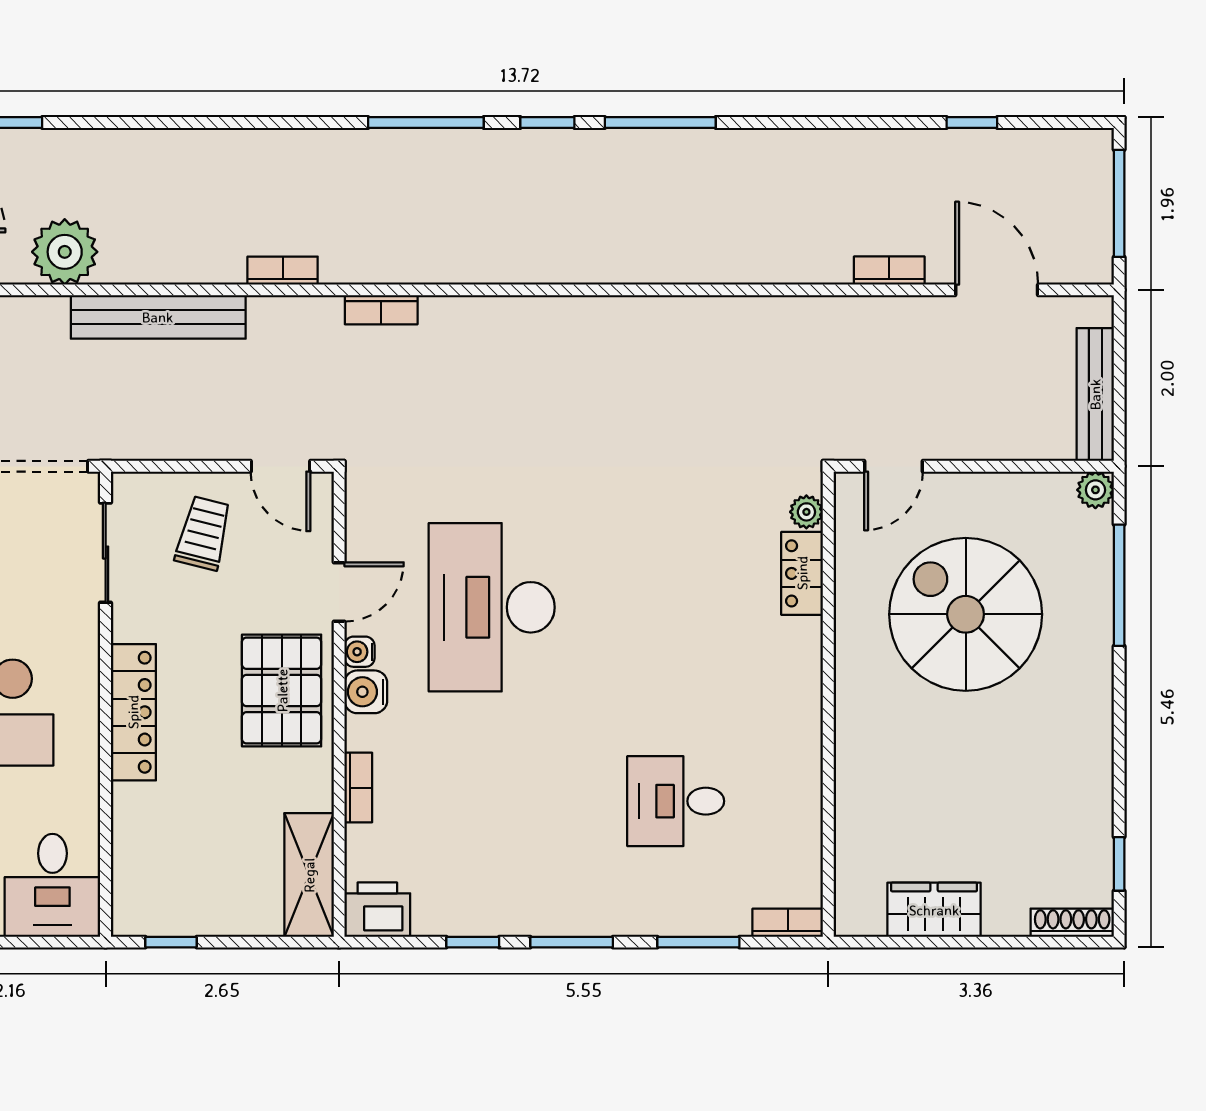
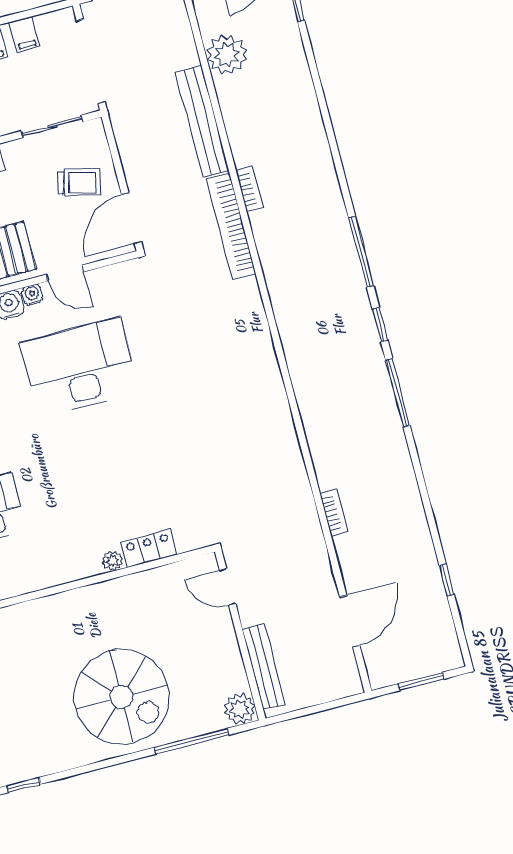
window: (1119, 203) -> (421, 681), width x0.69
bookcase: (889, 271) -> (334, 512), moved
bookcase: (381, 310) -> (231, 226), width x2.31, depth x1.31
bench: (1095, 394) -> (264, 667), moved, turned 90
door: (281, 466) -> (132, 218), width x1.38
plant: (1095, 490) -> (240, 709), width x1.38, depth x1.38
plant: (806, 512) -> (112, 561), moved
spiral stairs: (966, 614) -> (121, 697), moved, turned 90

